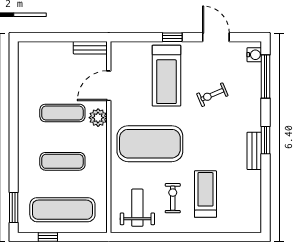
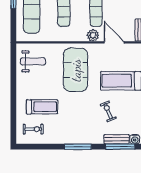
window: (265, 140) -> (78, 147), width x1.44
bench: (254, 151) -> (117, 139), moved
exercise bike: (173, 198) -> (33, 129), moved

